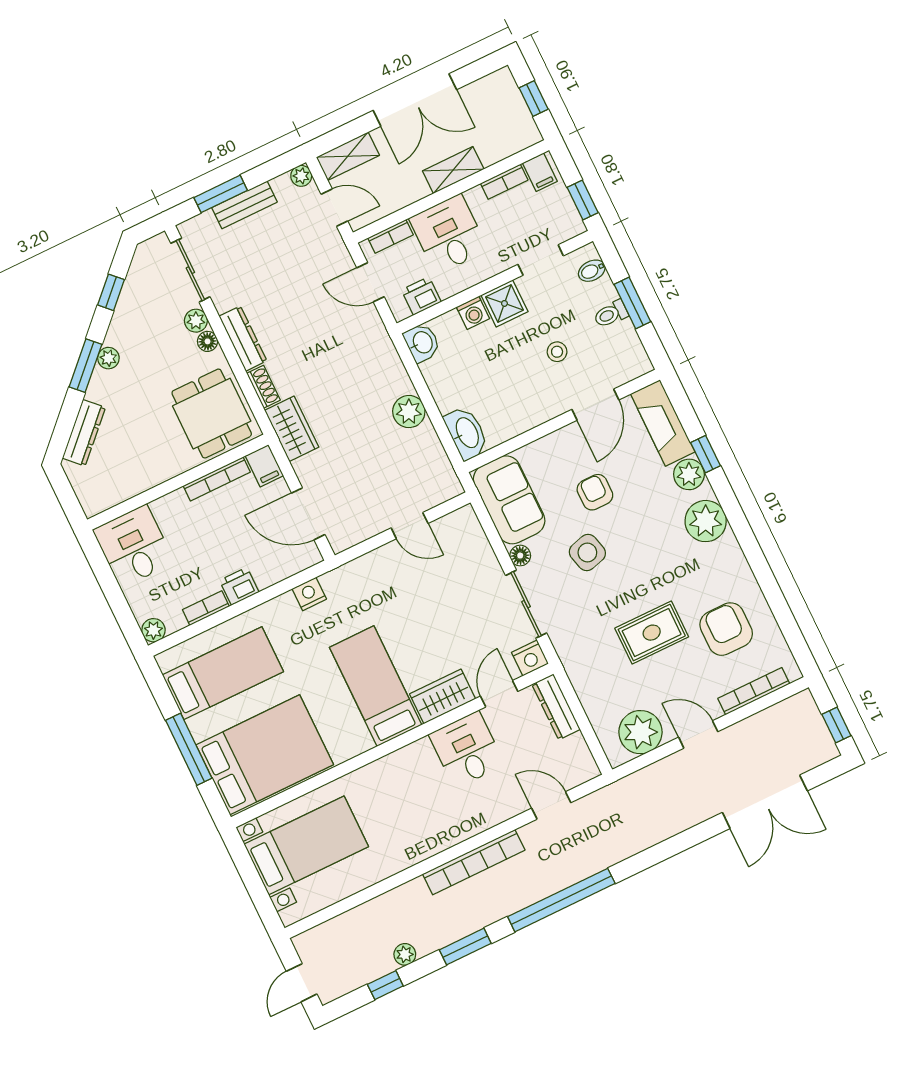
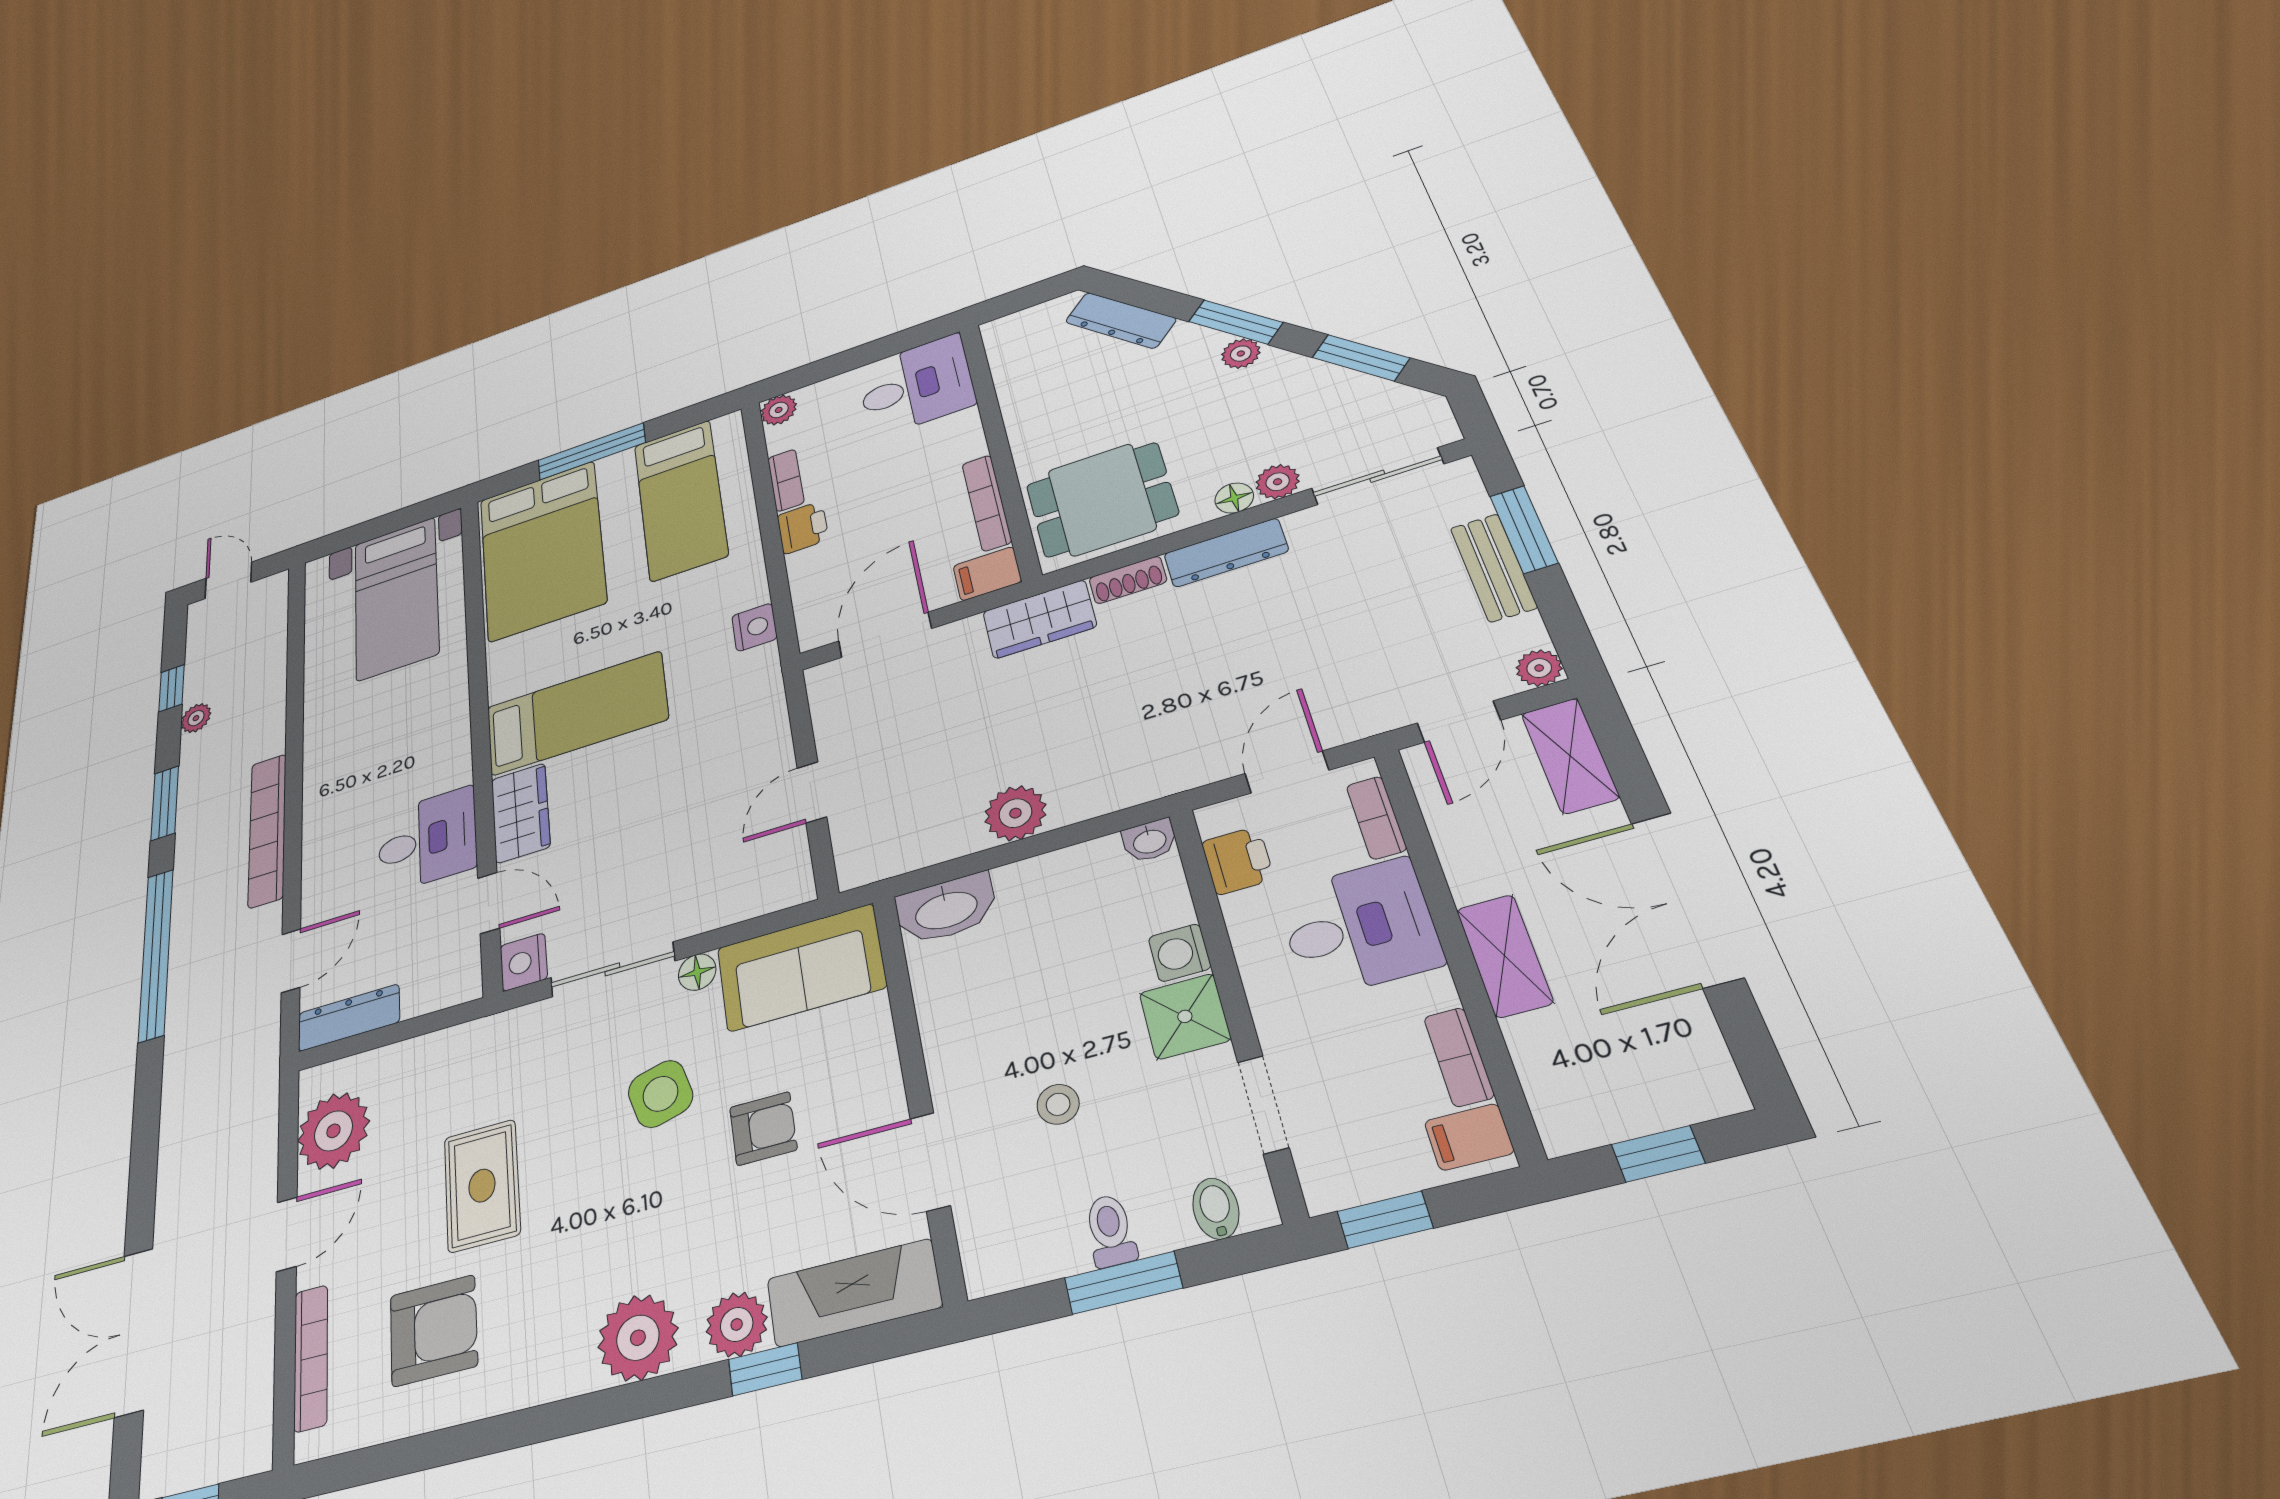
window: (111, 292) -> (1361, 358), width x1.50
washbasin: (422, 343) -> (1149, 841), width x0.72, depth x0.69
dresser: (556, 707) -> (349, 1018), moved

